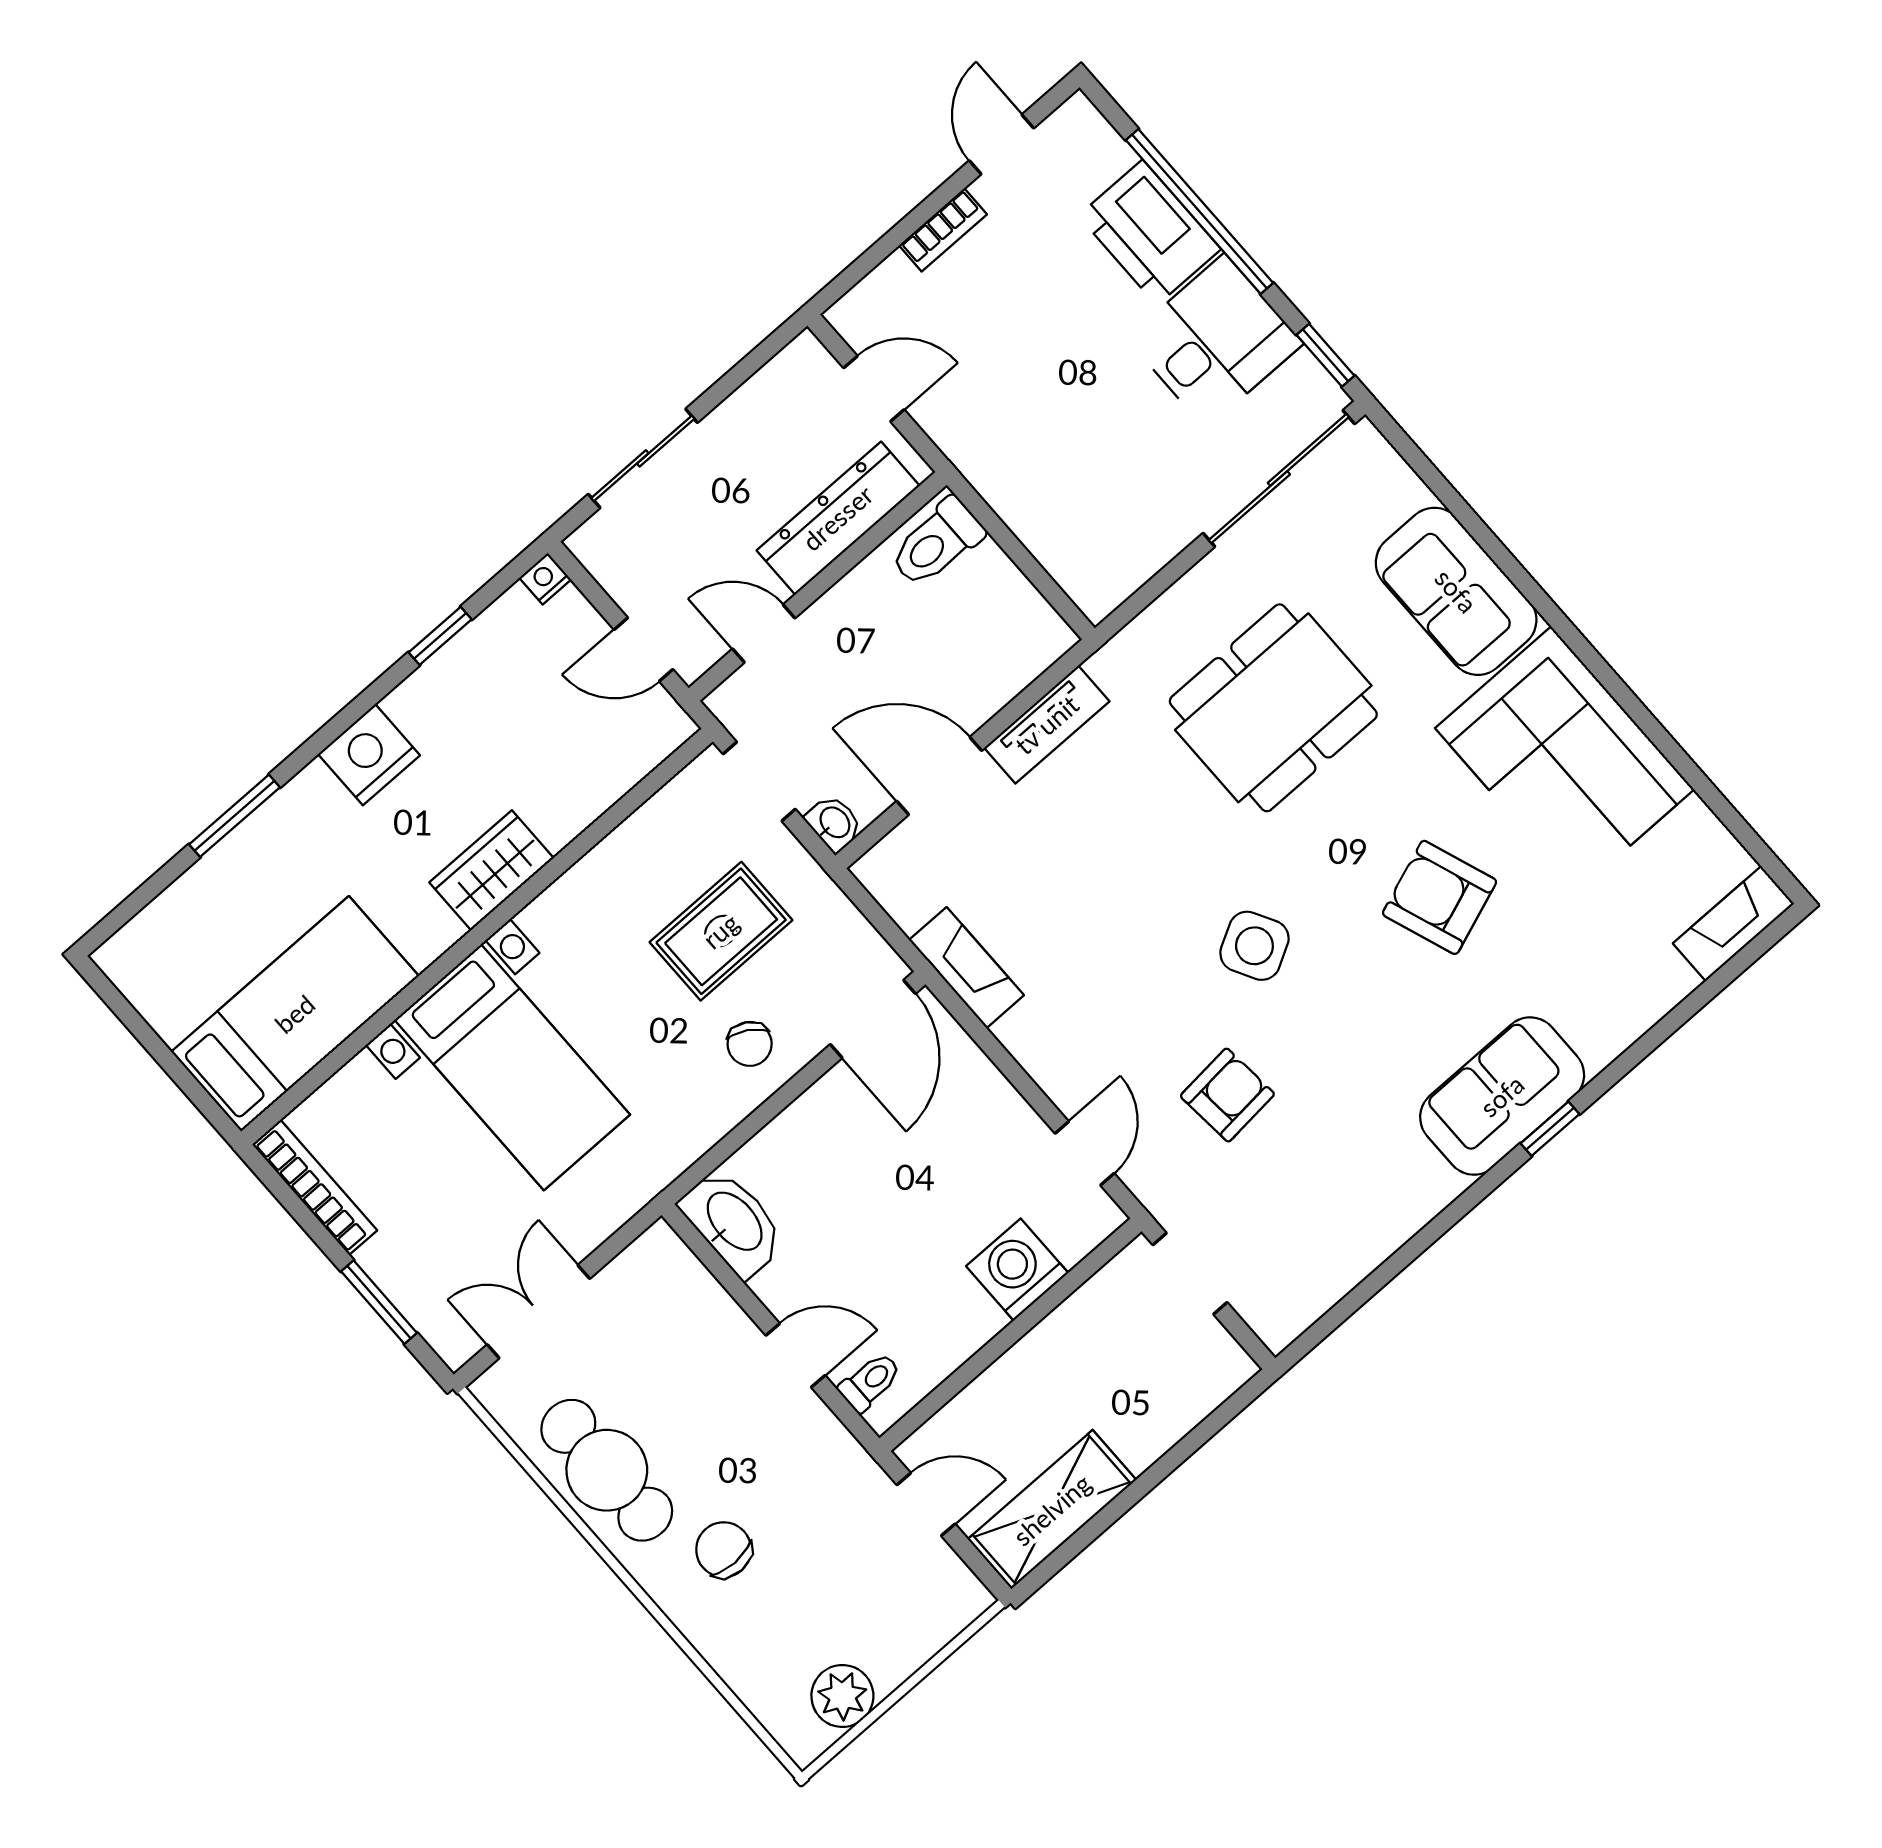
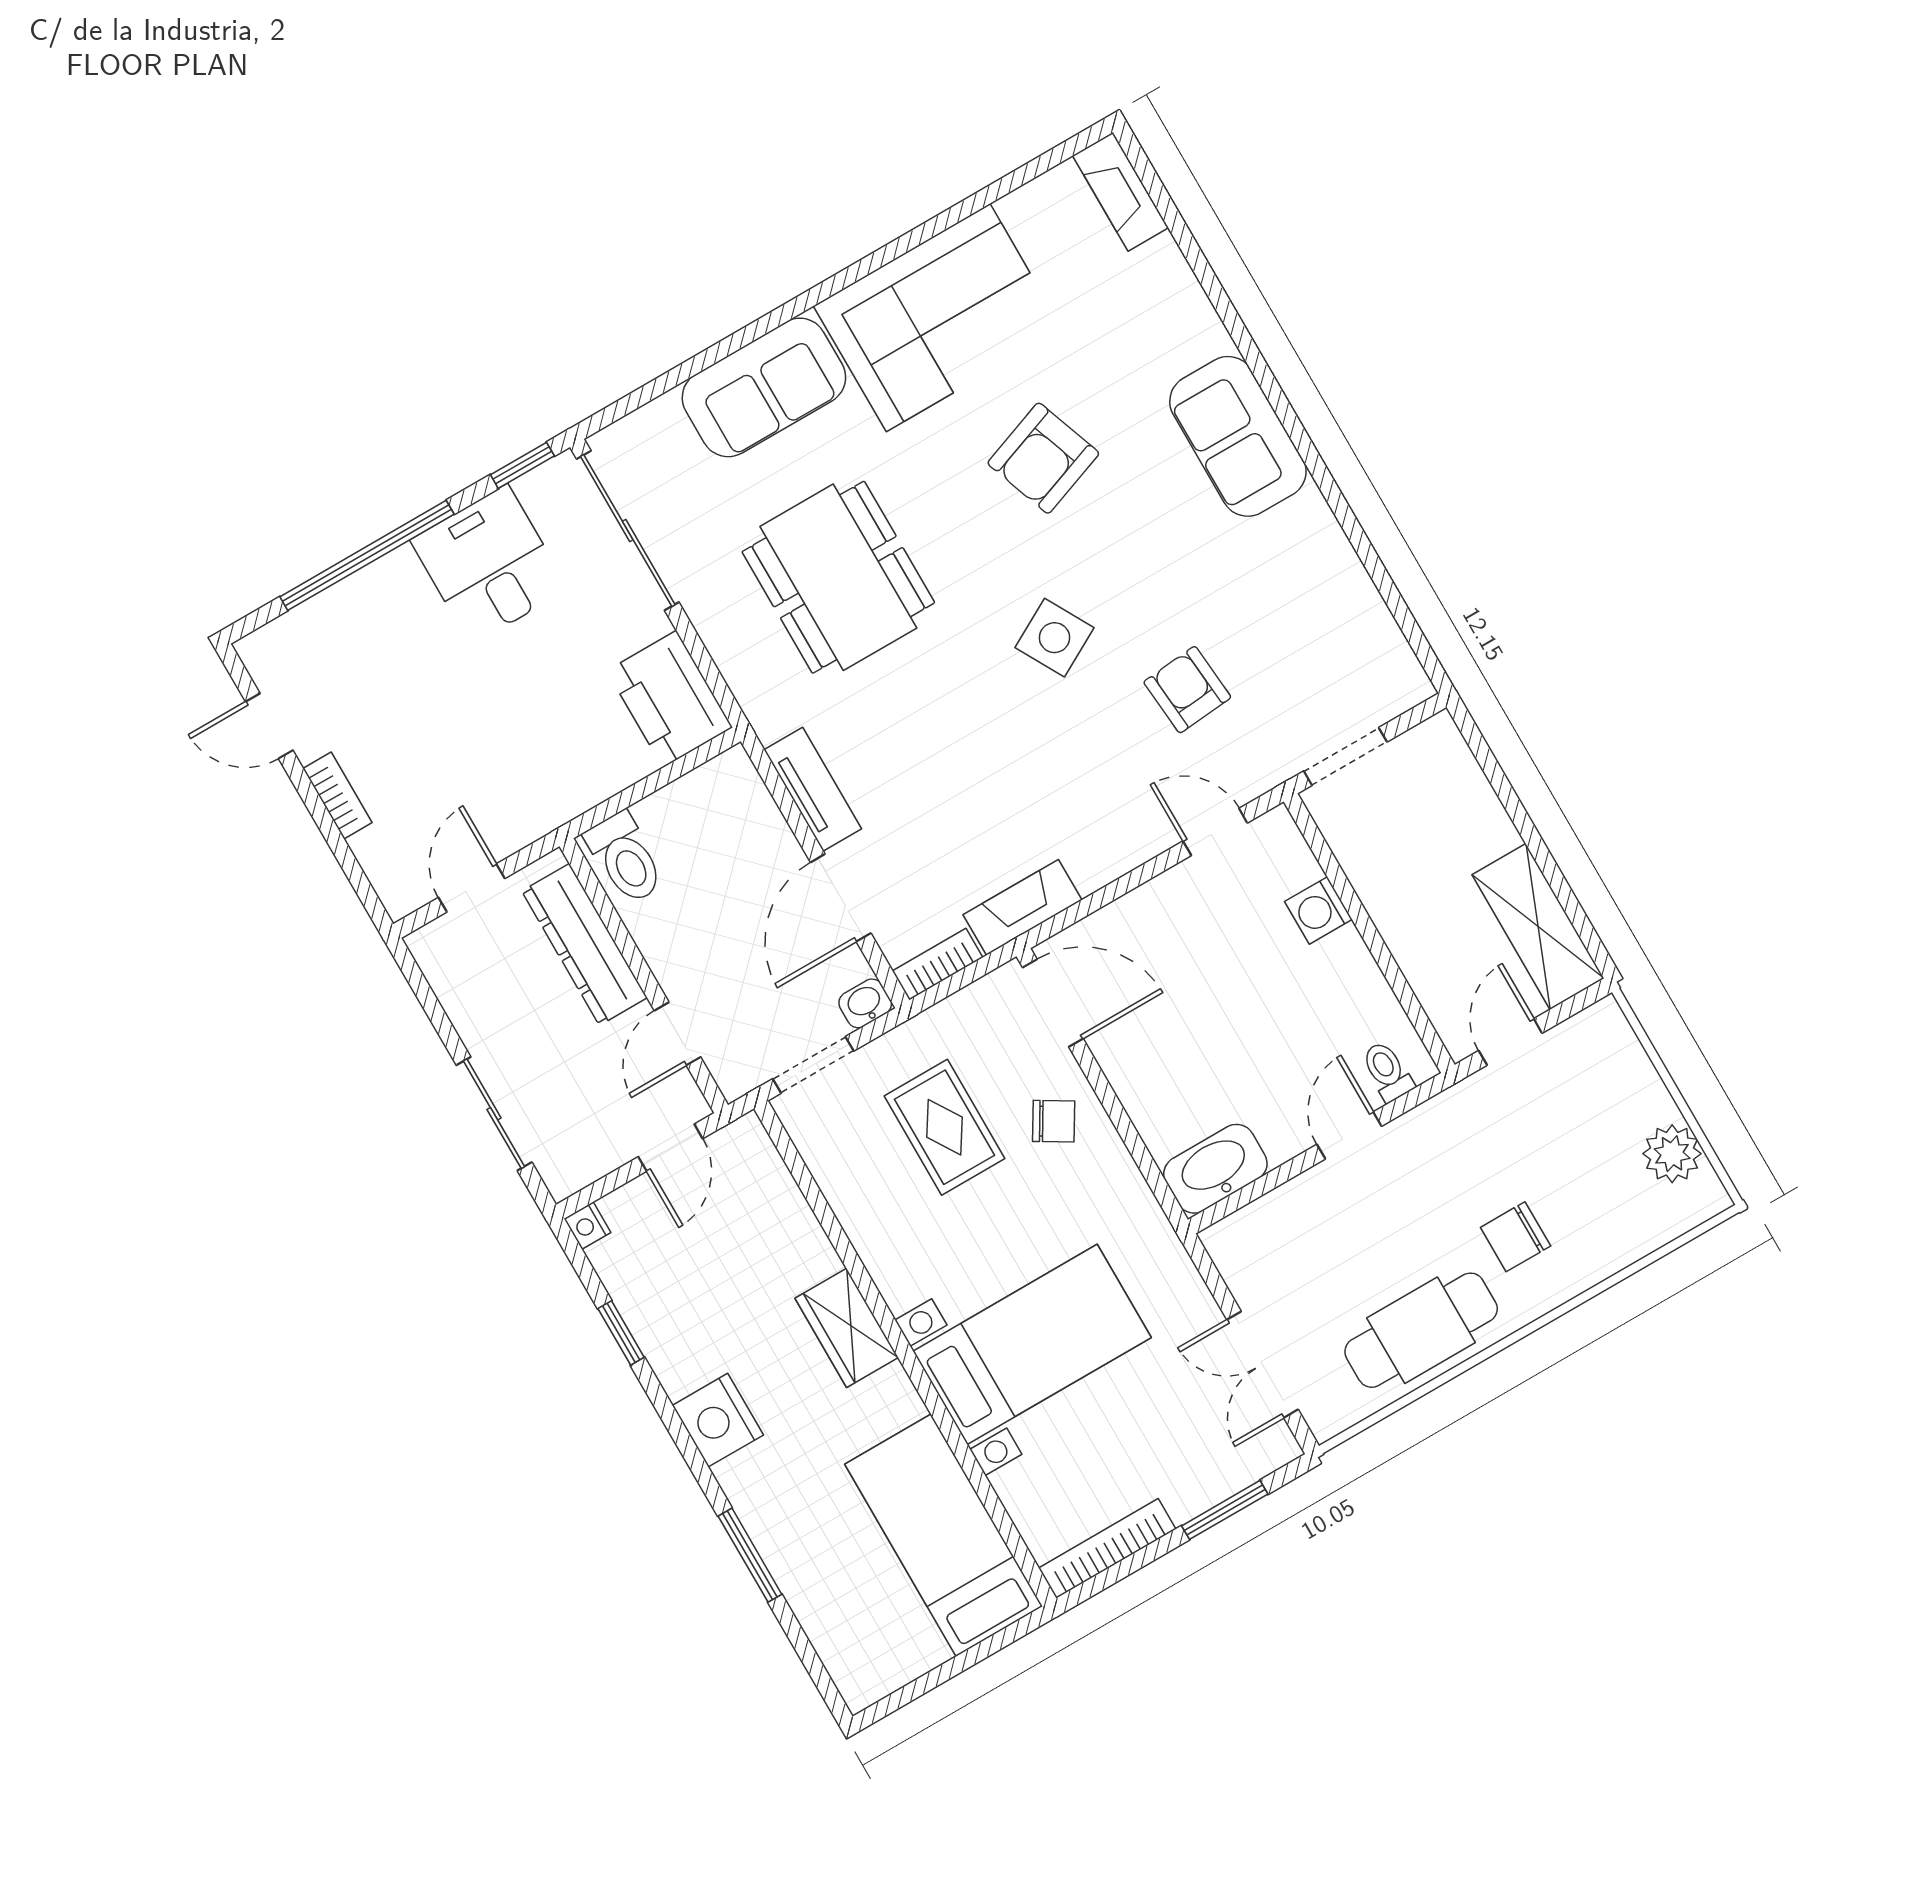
printer: (1150, 232) -> (670, 699), moved, turned 90
bookcase: (890, 891) -> (937, 964), added
window: (1550, 1129) -> (1277, 398), removed
washing machine: (1017, 1270) -> (1318, 910), width x0.73, depth x0.73

